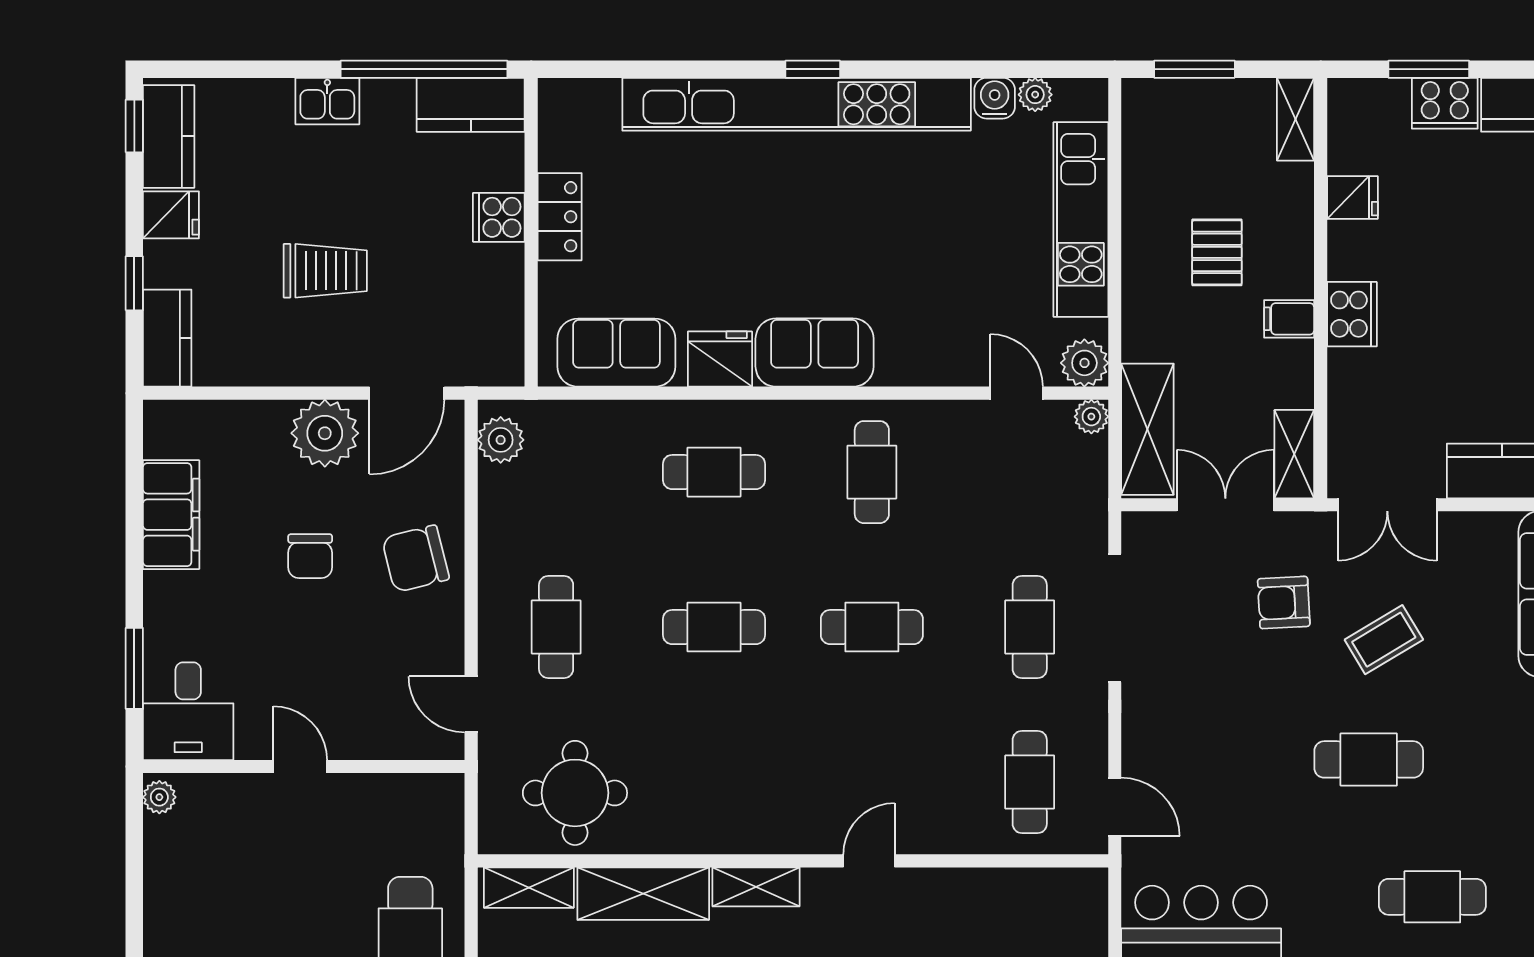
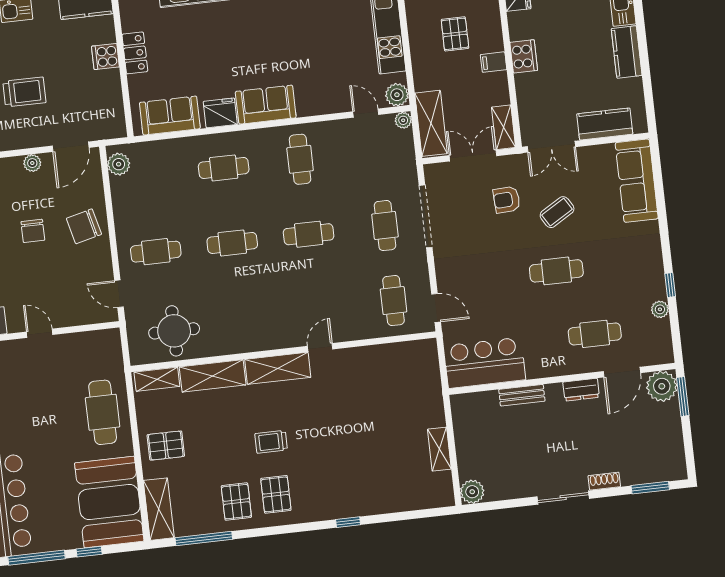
plant: (325, 433) -> (32, 163), width x0.53, depth x0.53
cafe table: (556, 627) -> (156, 252), turned 90
shelving: (756, 887) -> (278, 368), width x1.50, depth x1.33

